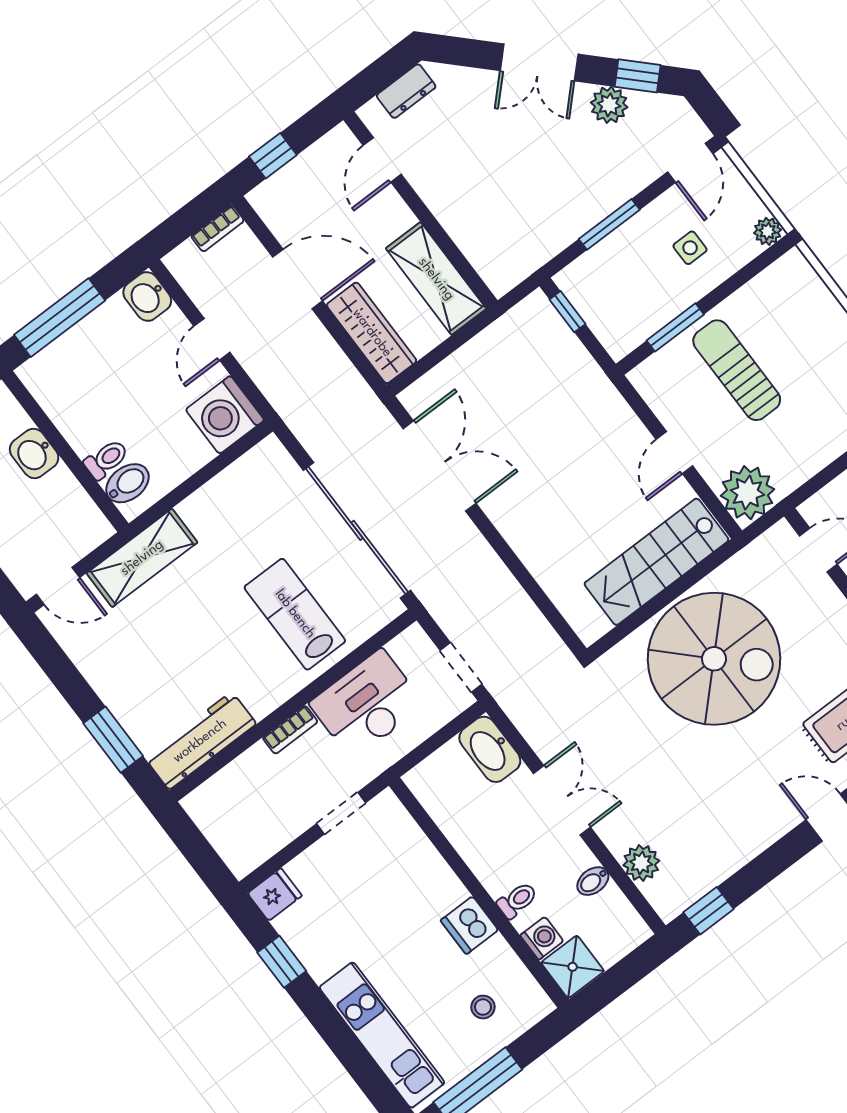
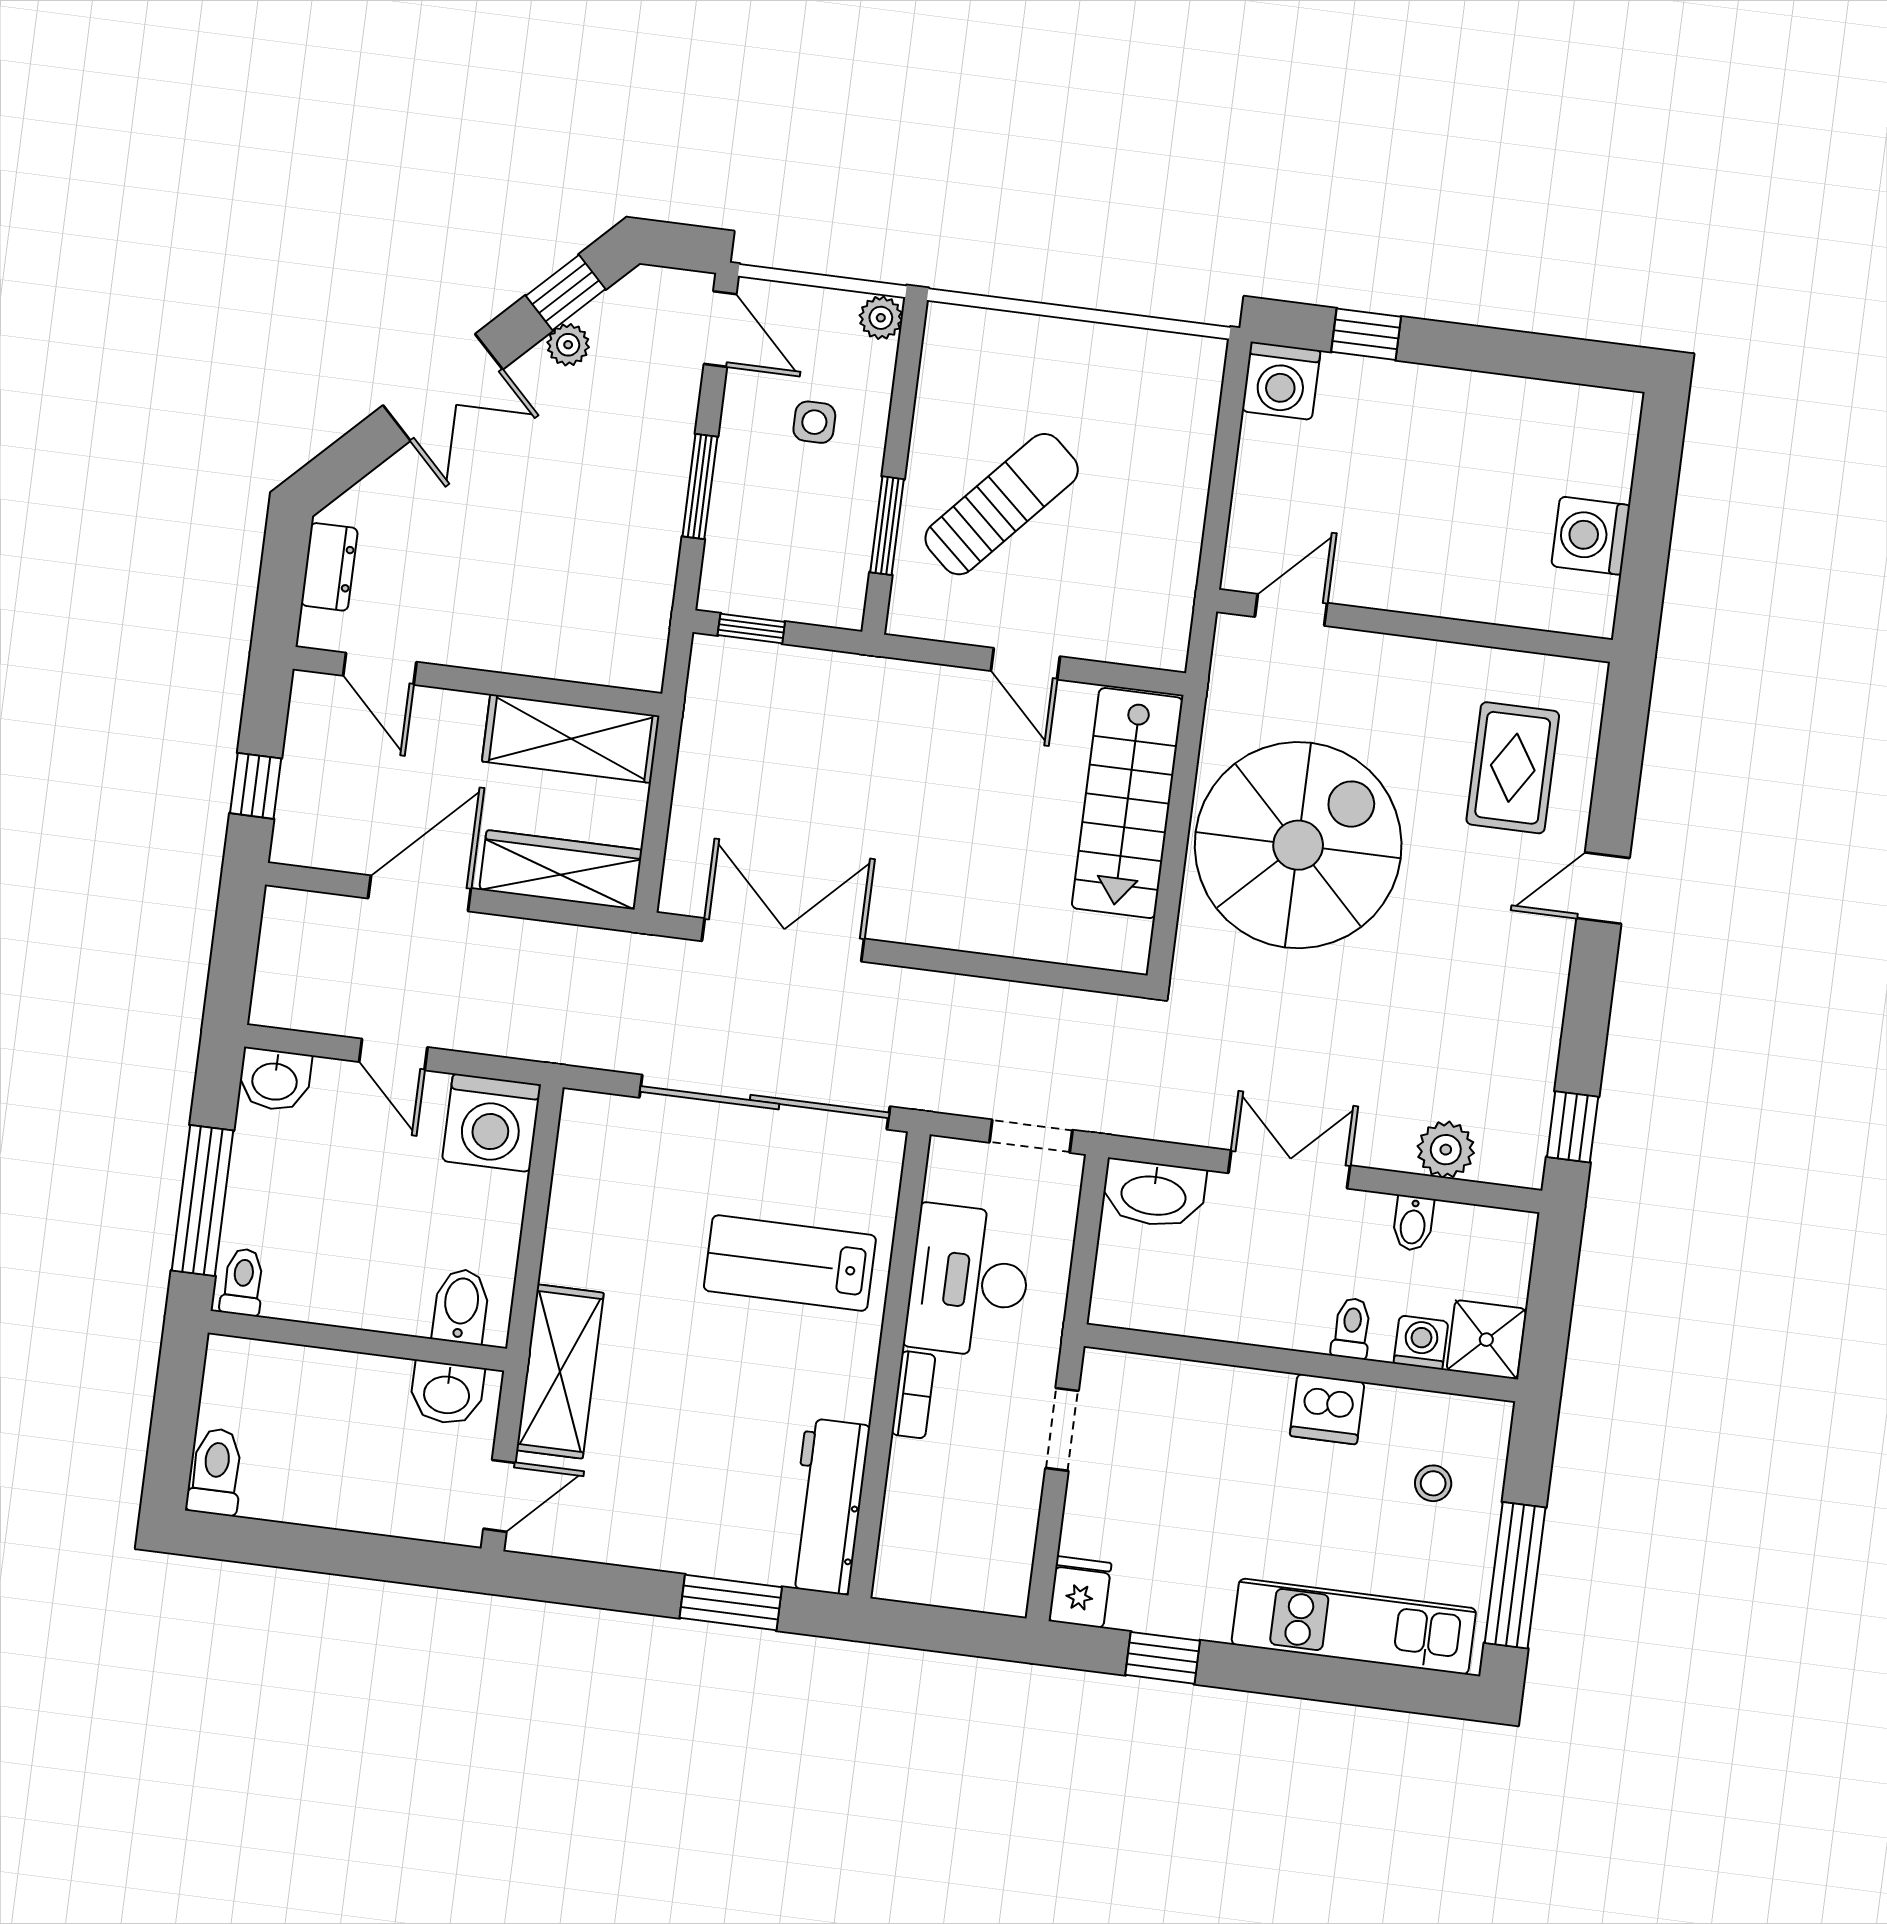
plant: (609, 105) -> (568, 345), width x0.73, depth x0.73
bookcase: (218, 228) -> (276, 927), removed
sun lounger: (737, 370) -> (1002, 504), turned 132
washbasin: (34, 453) -> (447, 1393), moved
toilet: (106, 459) -> (243, 1282), moved
plant: (747, 493) -> (1150, 626), removed

